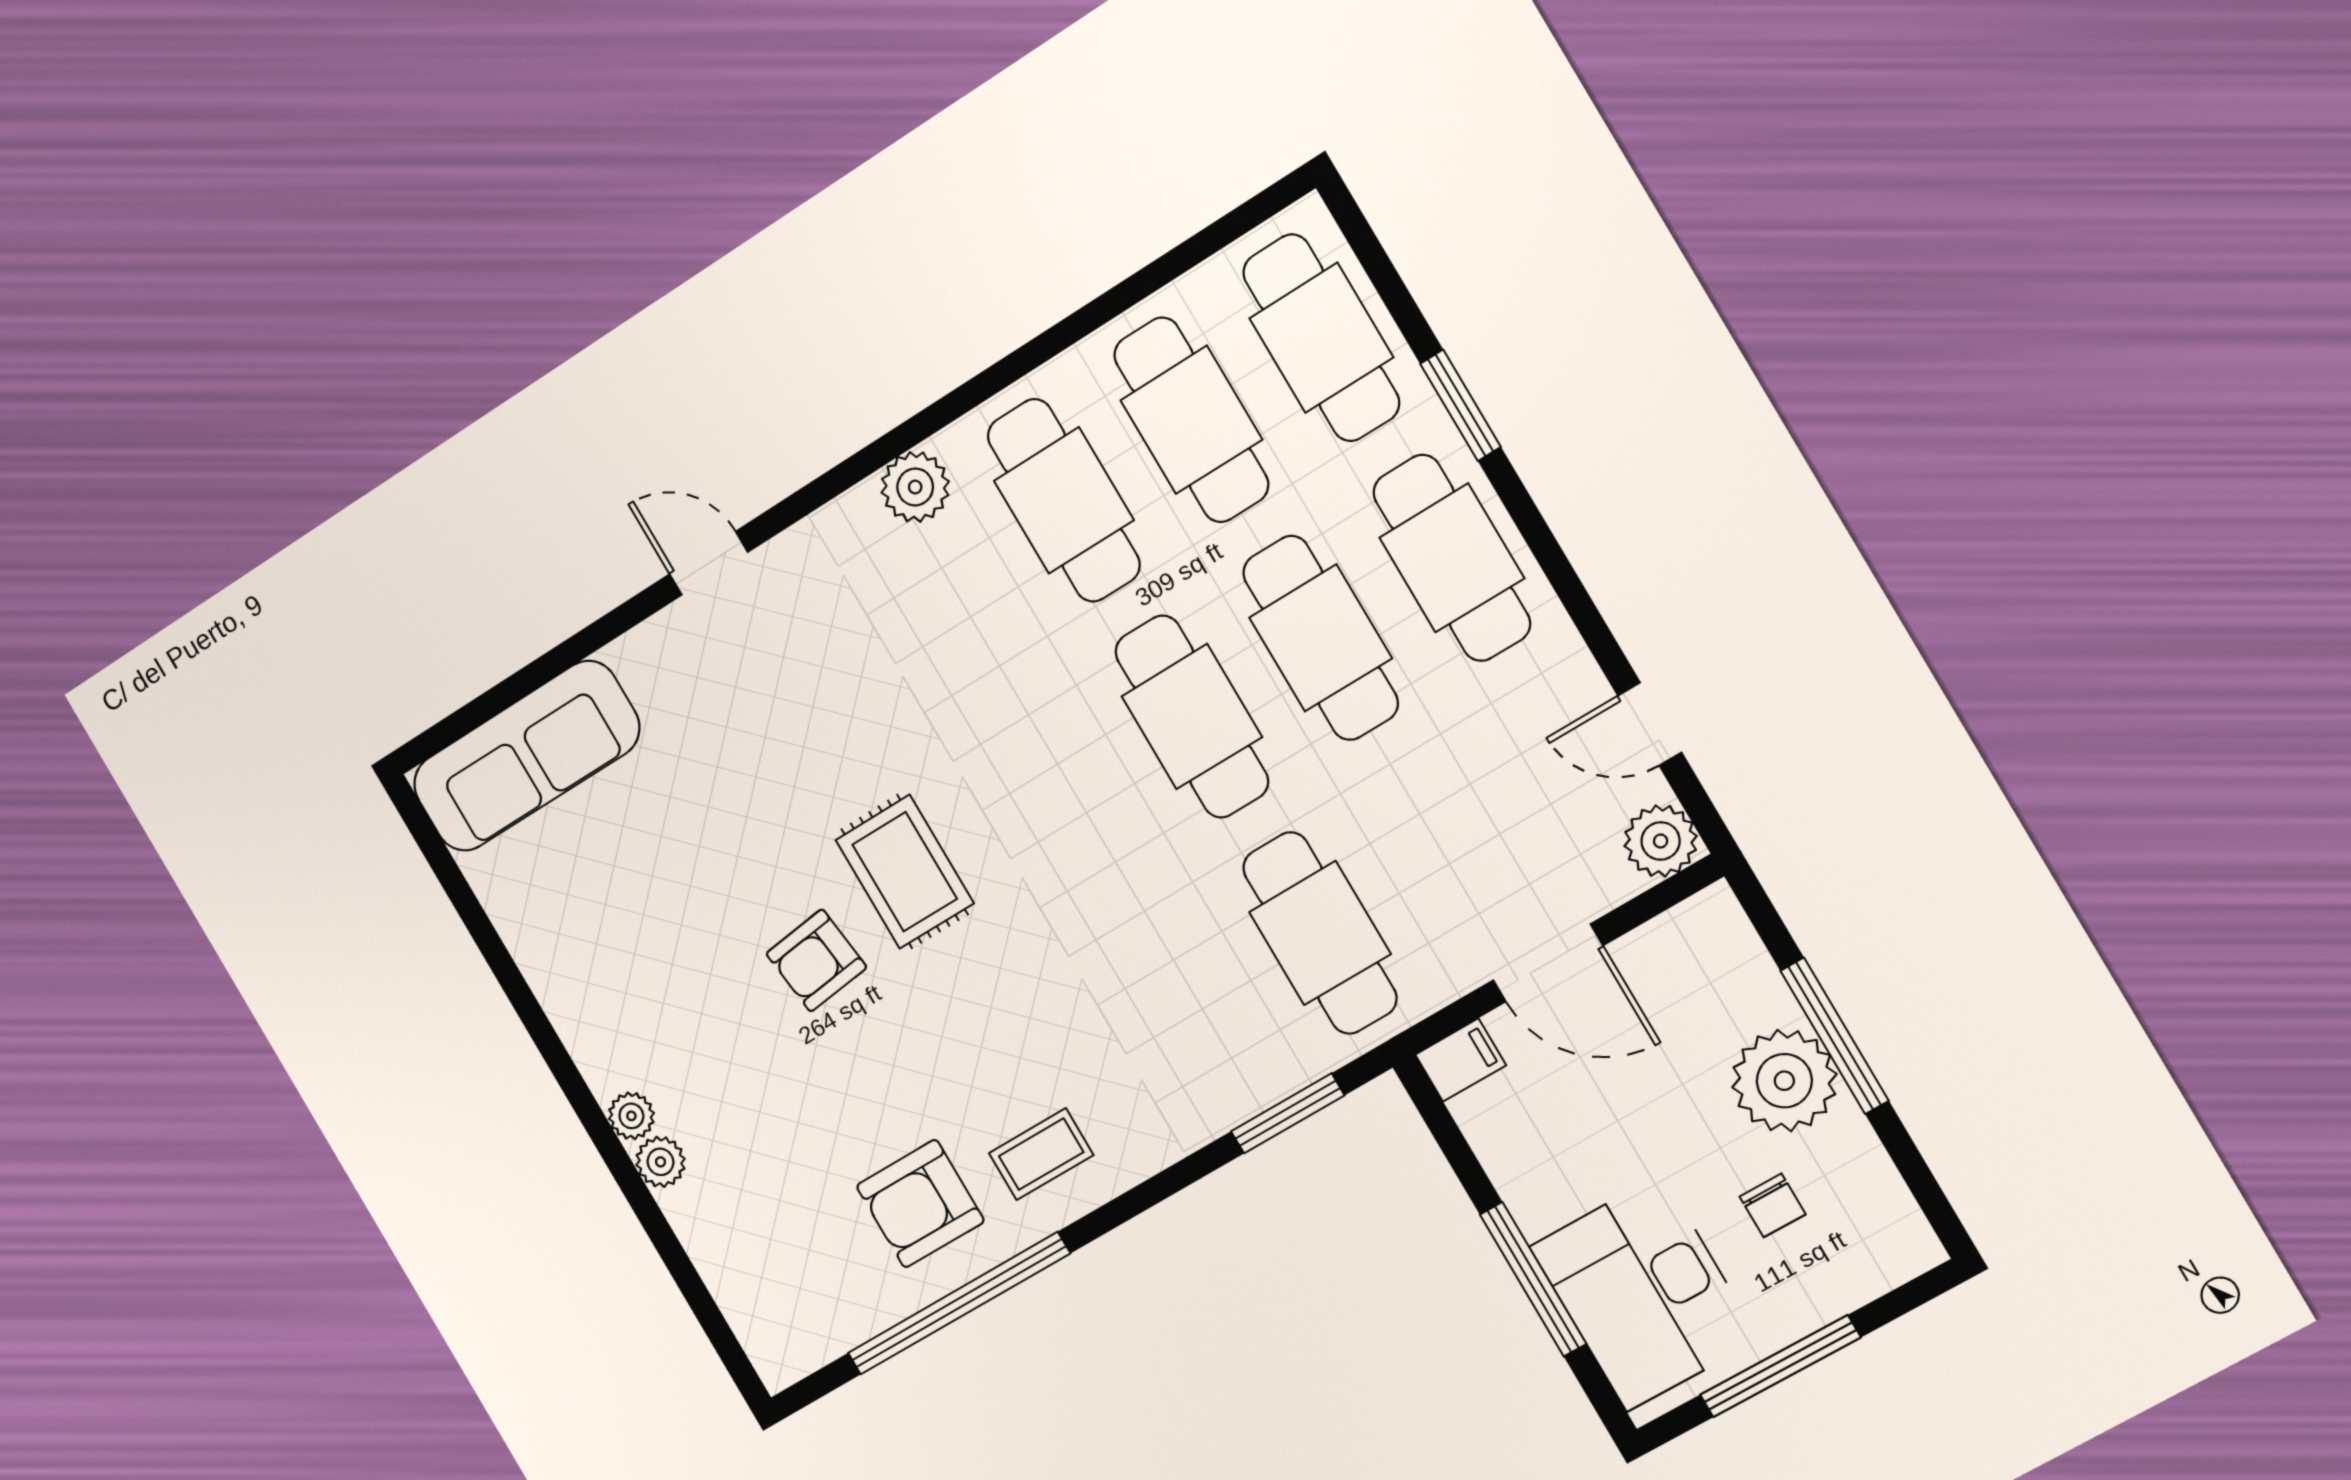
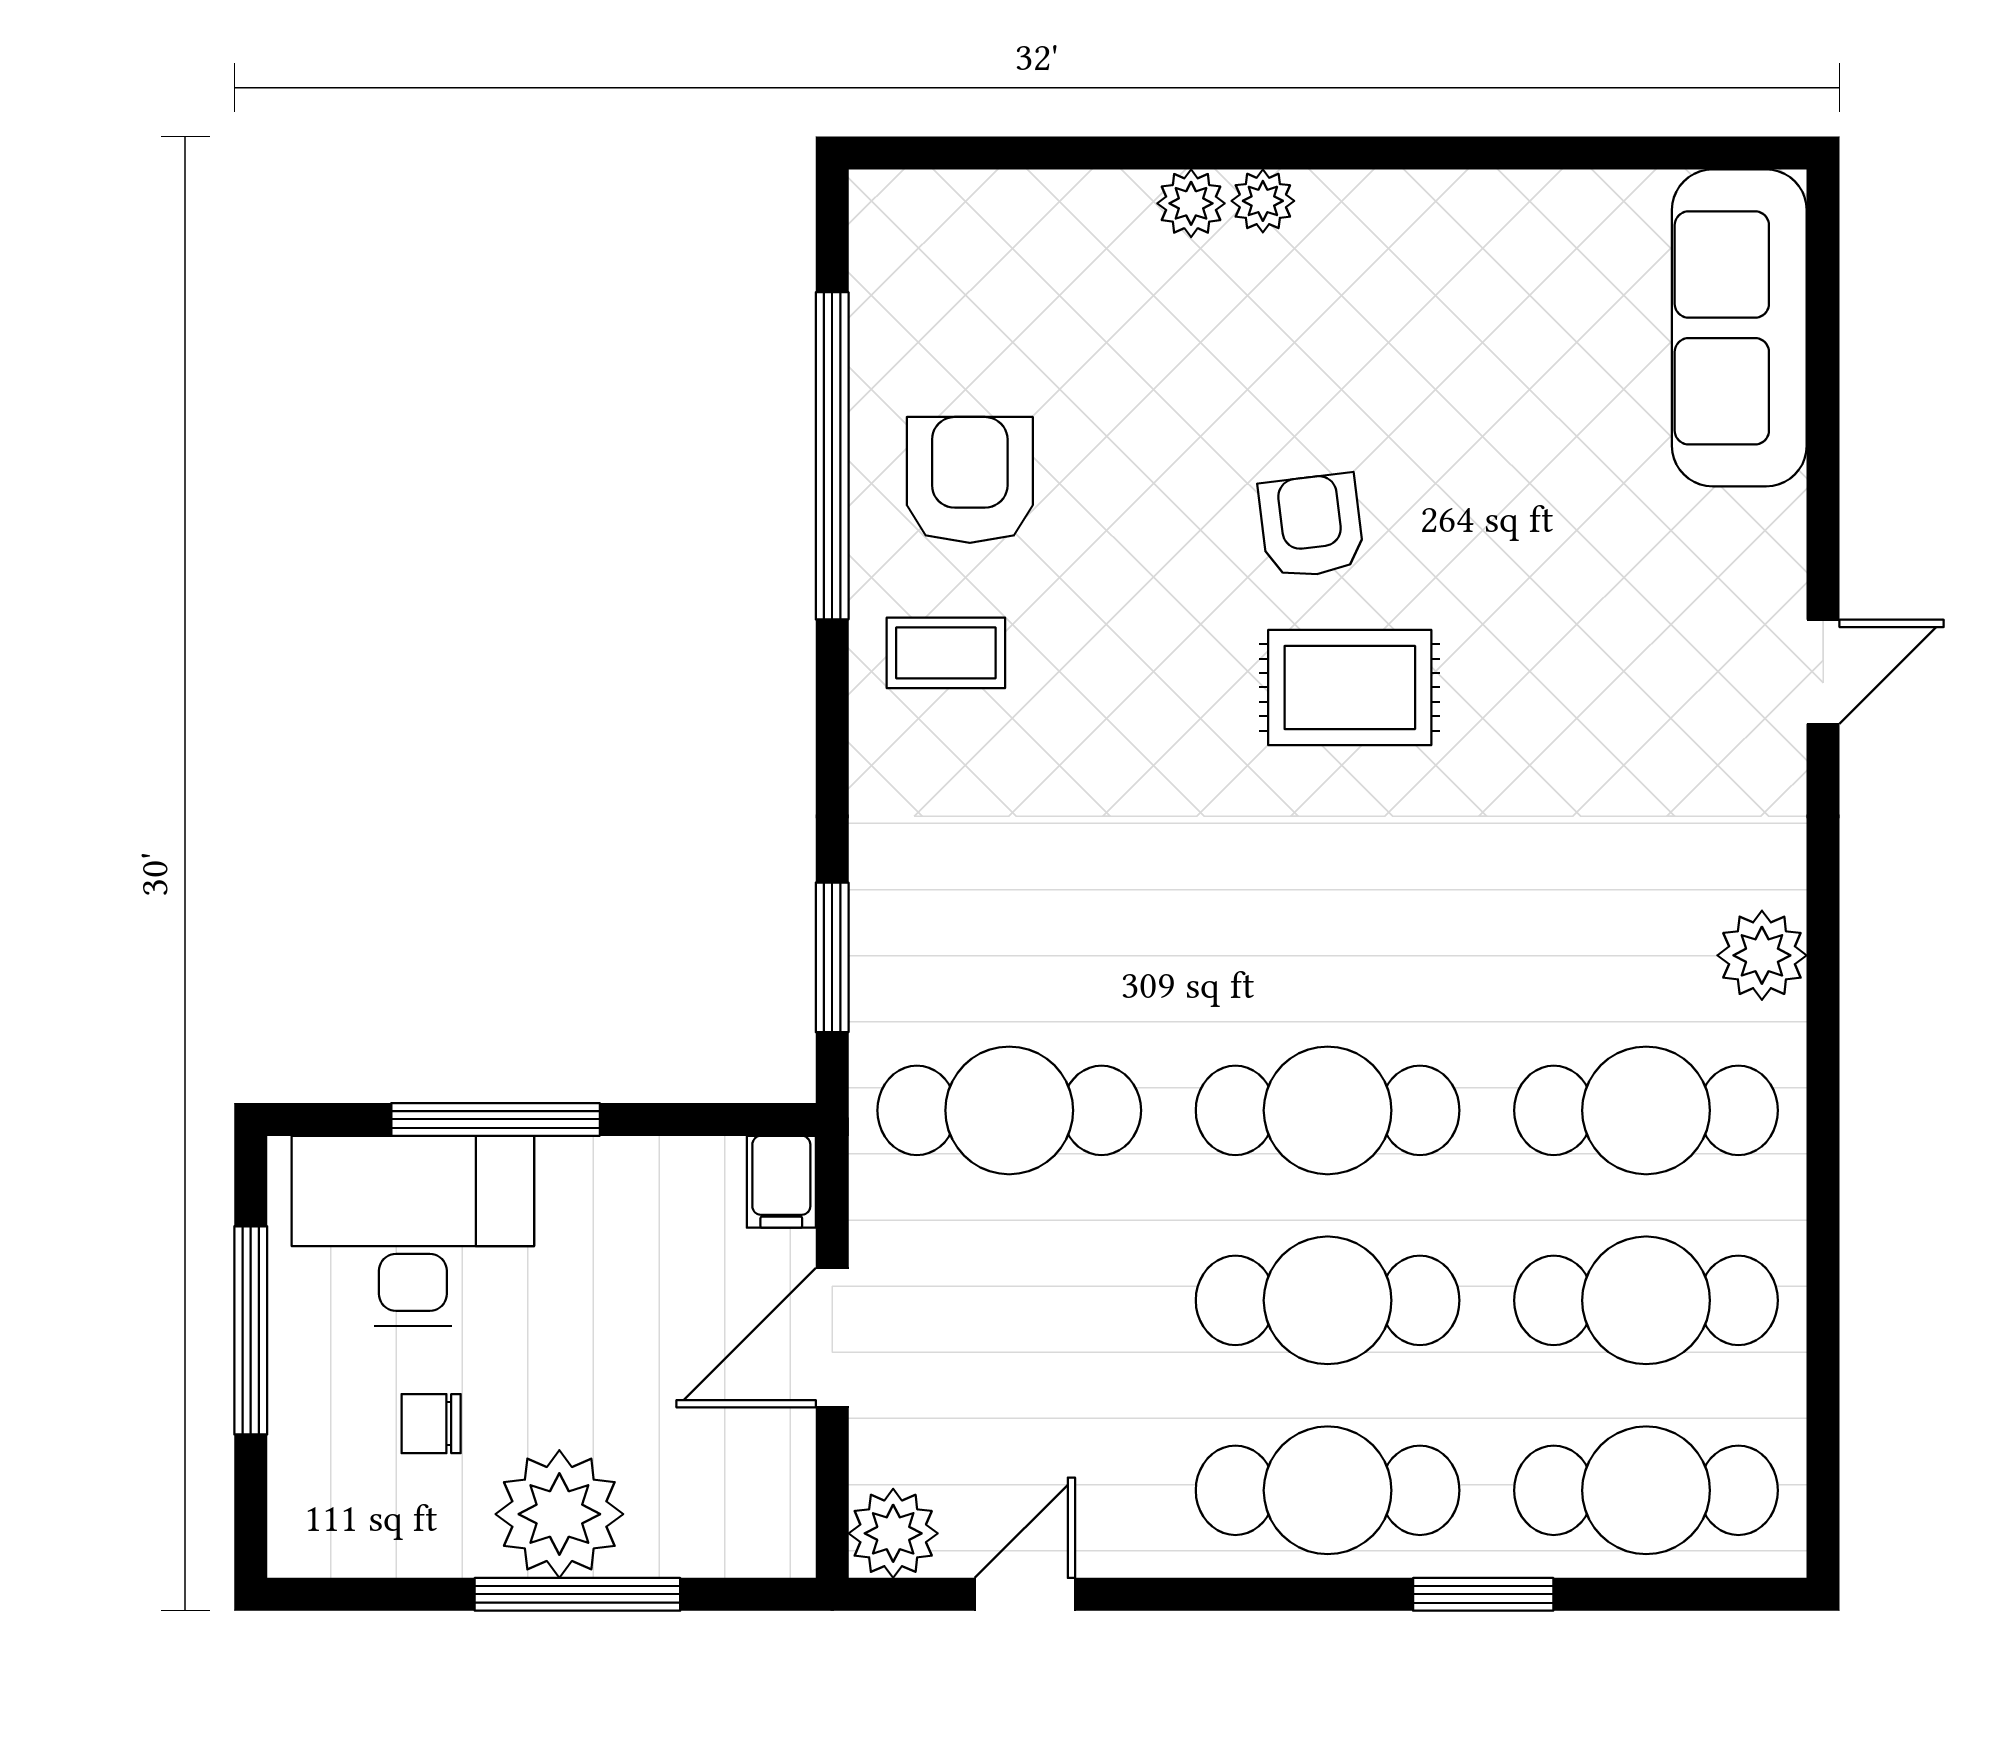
coffee table: (1041, 1154) -> (946, 653), turned 90

